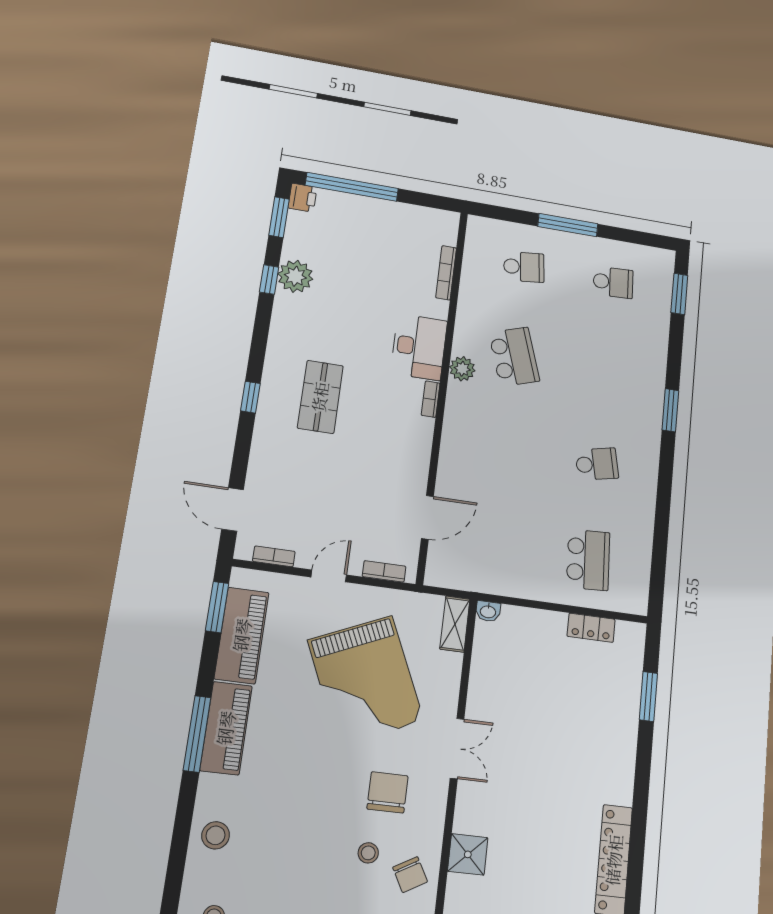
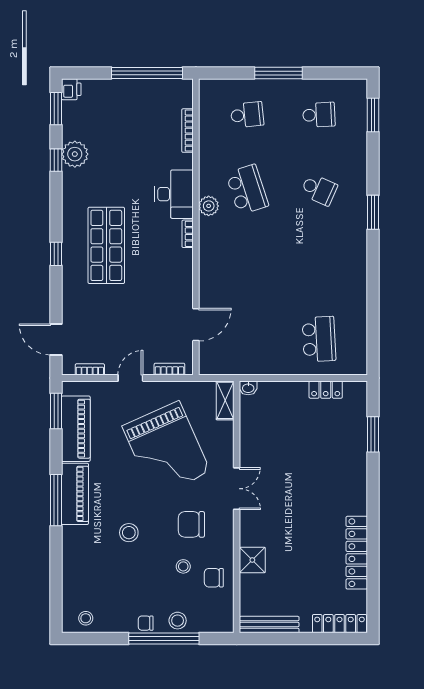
window: (352, 187) -> (147, 73), moved
shop shelf: (320, 397) -> (106, 245), width x1.43, depth x1.36
school desk: (597, 464) -> (319, 190), moved, turned 36
chair: (387, 792) -> (191, 524), turned -90
stool: (216, 835) -> (129, 533), moved
chair: (410, 875) -> (214, 578), turned 119

